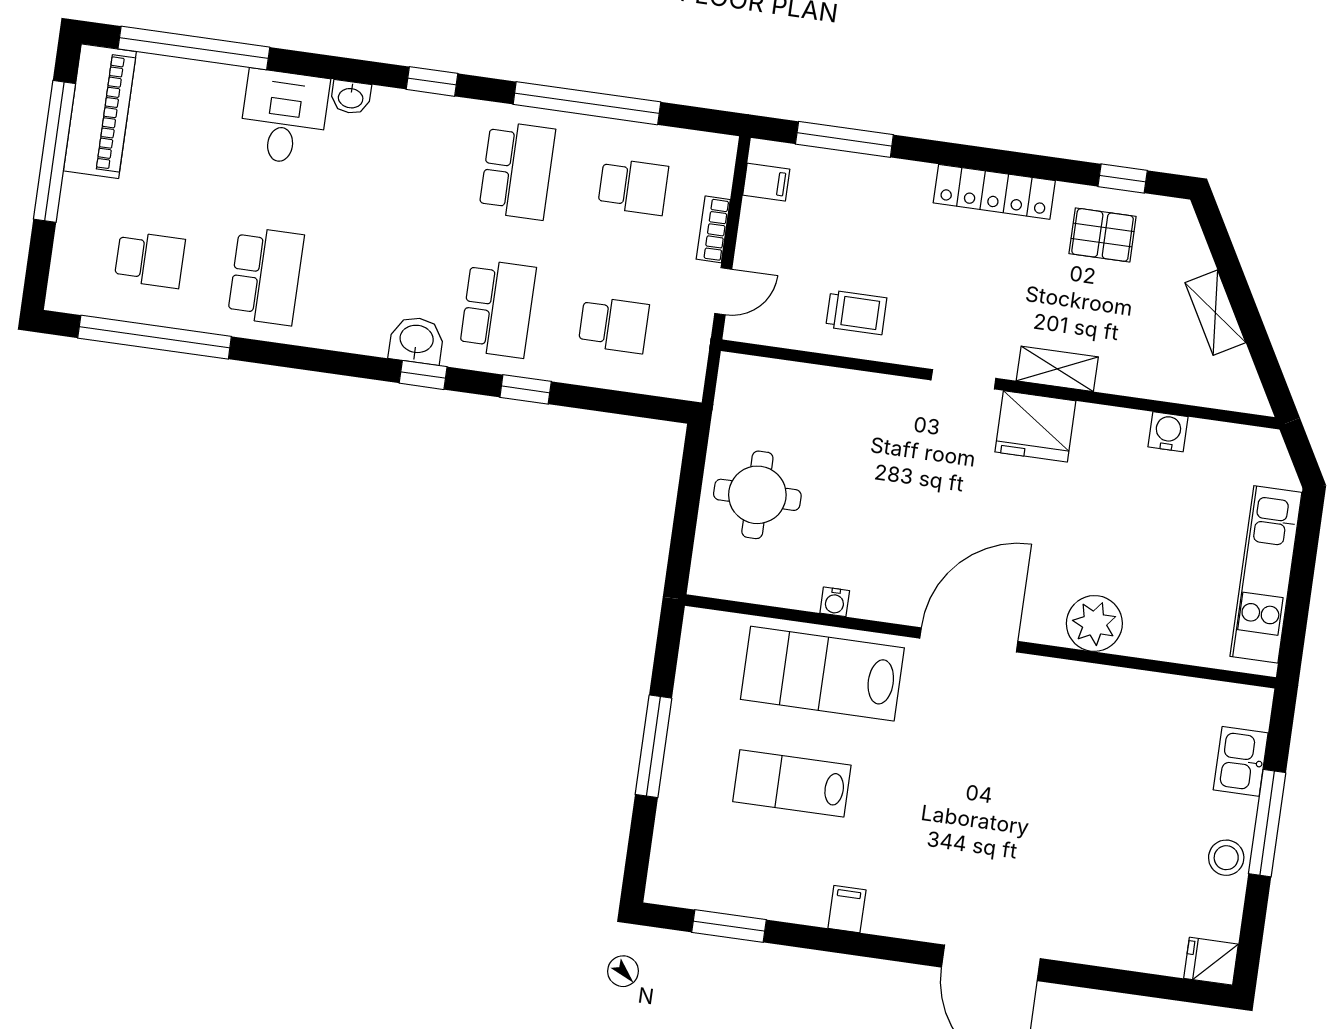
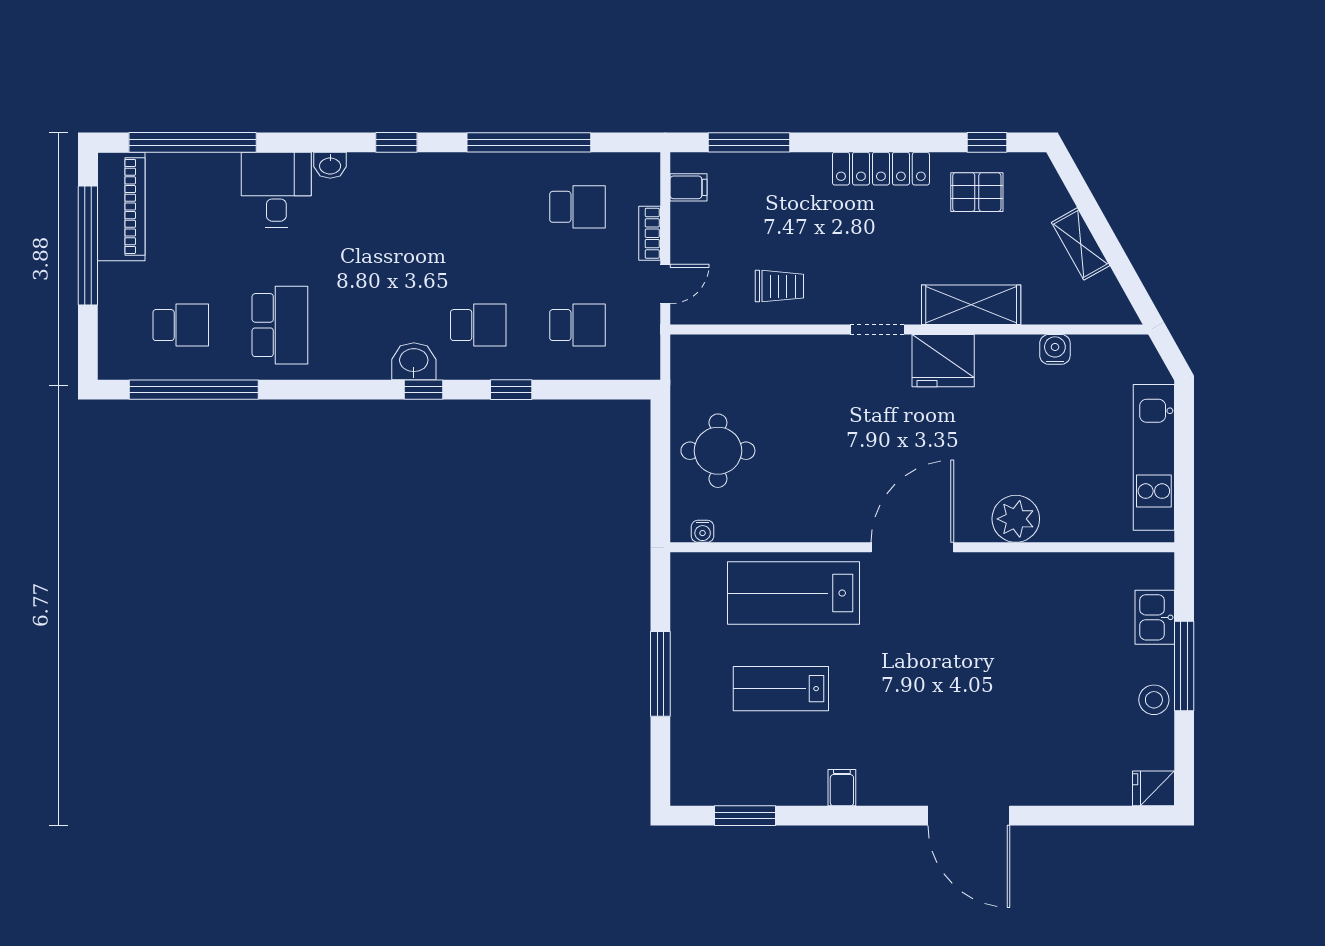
school desk: (517, 170) -> (478, 207), removed
school desk: (498, 309) -> (478, 325), width x0.54
shelving: (1057, 369) -> (971, 305), width x1.50, depth x1.33
water cooler: (835, 602) -> (703, 531), moved

